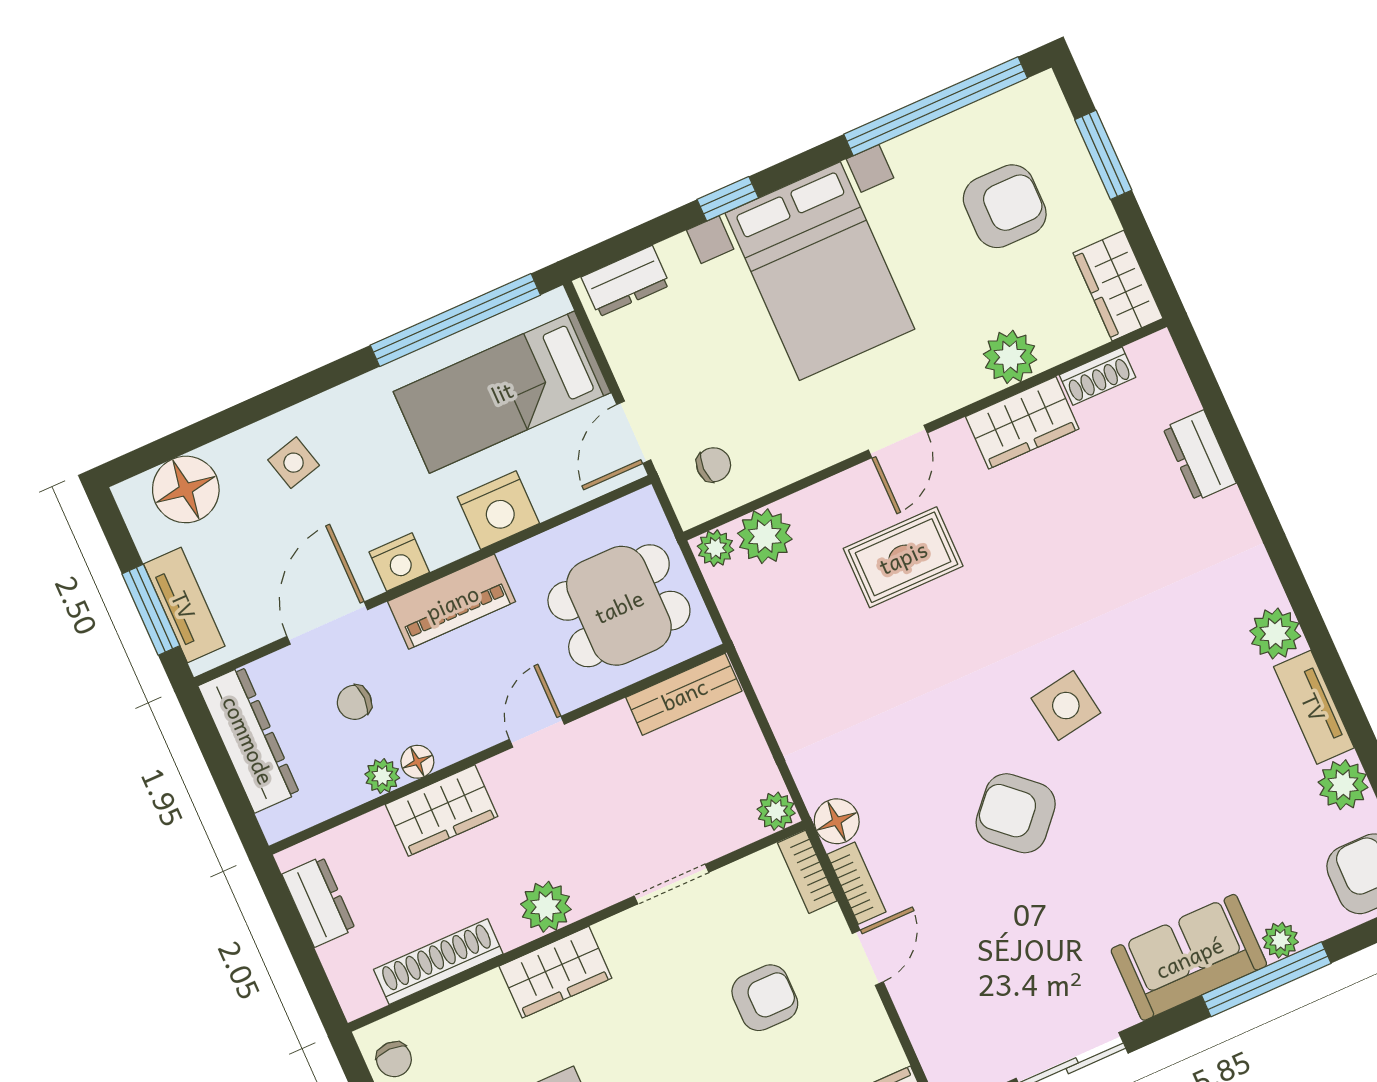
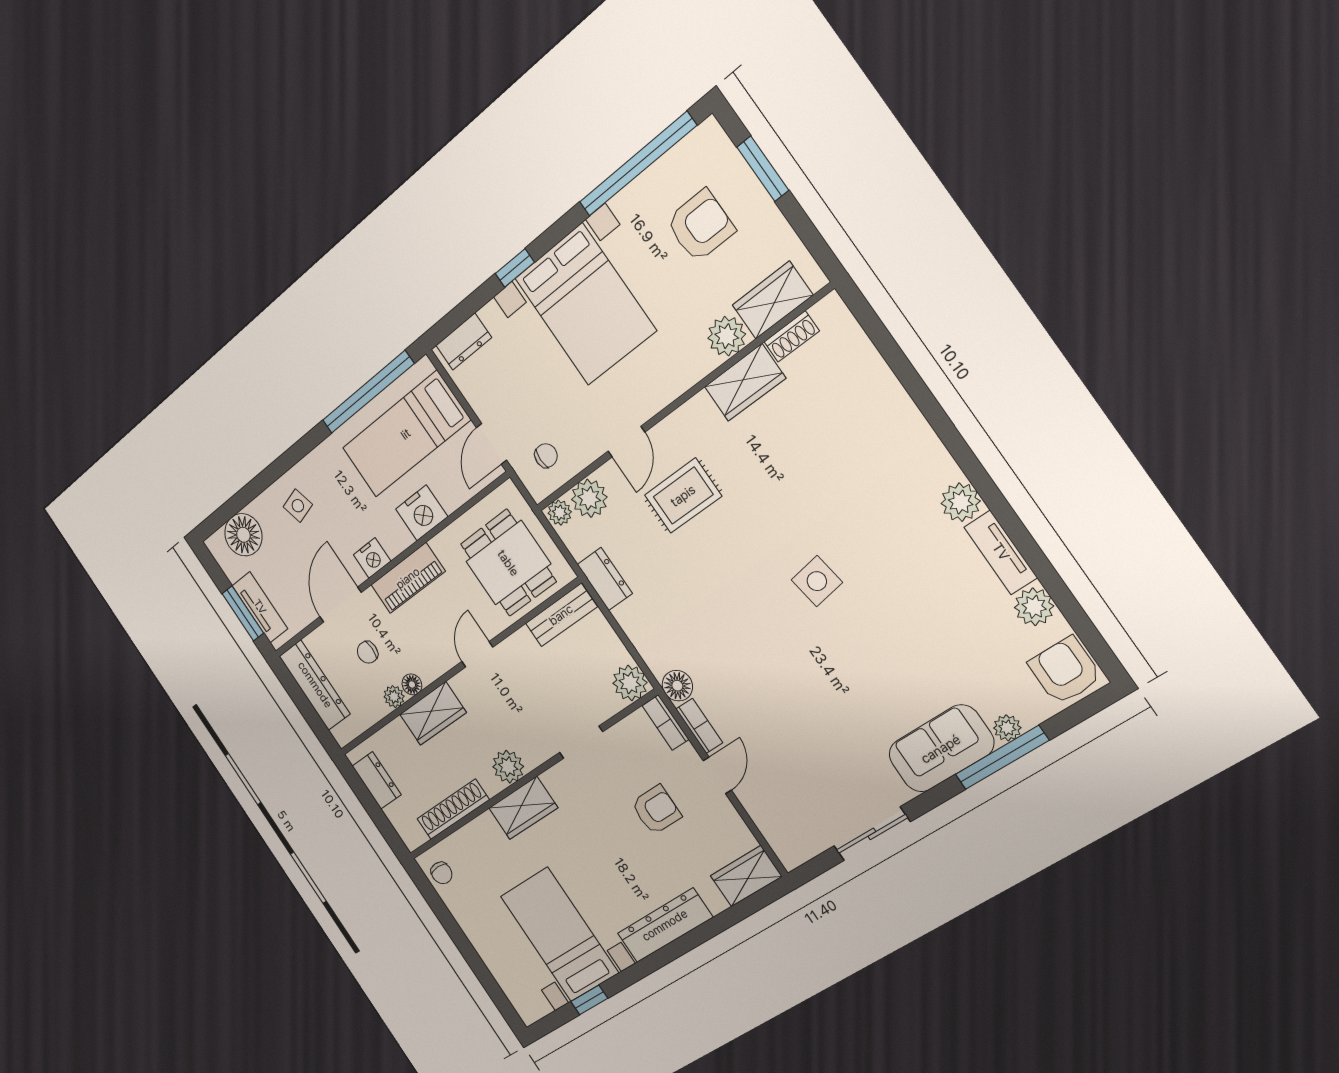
wardrobe: (1118, 286) -> (773, 300), moved, turned 90
door: (898, 442) -> (626, 442), moved
dresser: (1199, 456) -> (605, 579), moved, turned 180
dining table: (619, 606) -> (508, 563), turned 90
plant: (776, 811) -> (630, 683), width x1.38, depth x1.38
armchair: (1016, 813) -> (797, 663), removed

